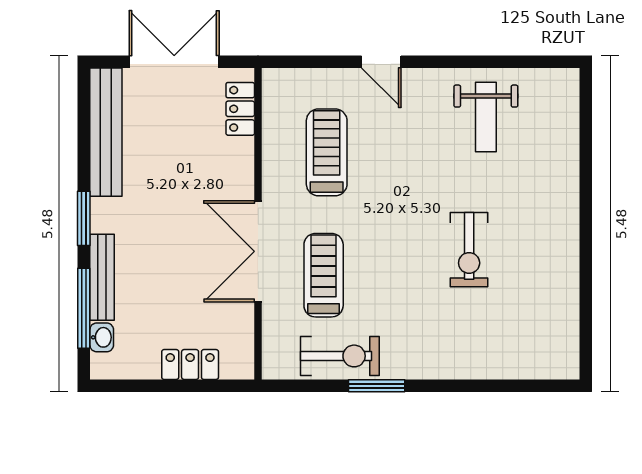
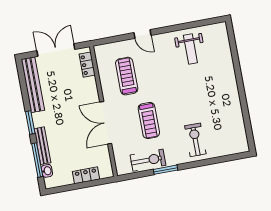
exercise bike: (469, 250) -> (195, 140), moved, turned 180
treadmill: (324, 275) -> (149, 120), moved, turned 180

